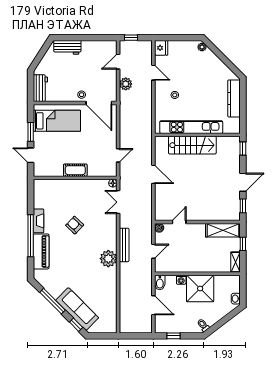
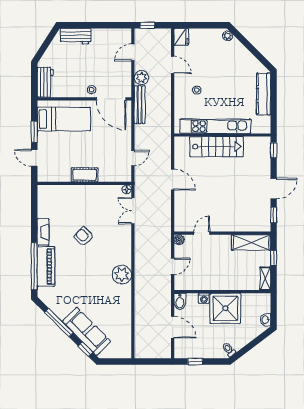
window: (31, 236) -> (34, 266), moved
bench: (124, 245) -> (140, 105), moved

